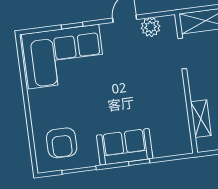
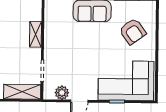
shelving: (201, 119) -> (36, 34), moved
armchair: (62, 143) -> (133, 31), moved, turned 144

